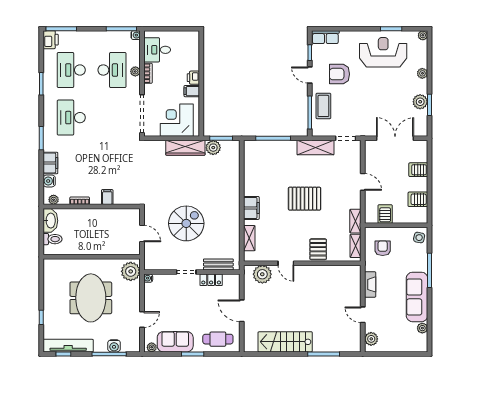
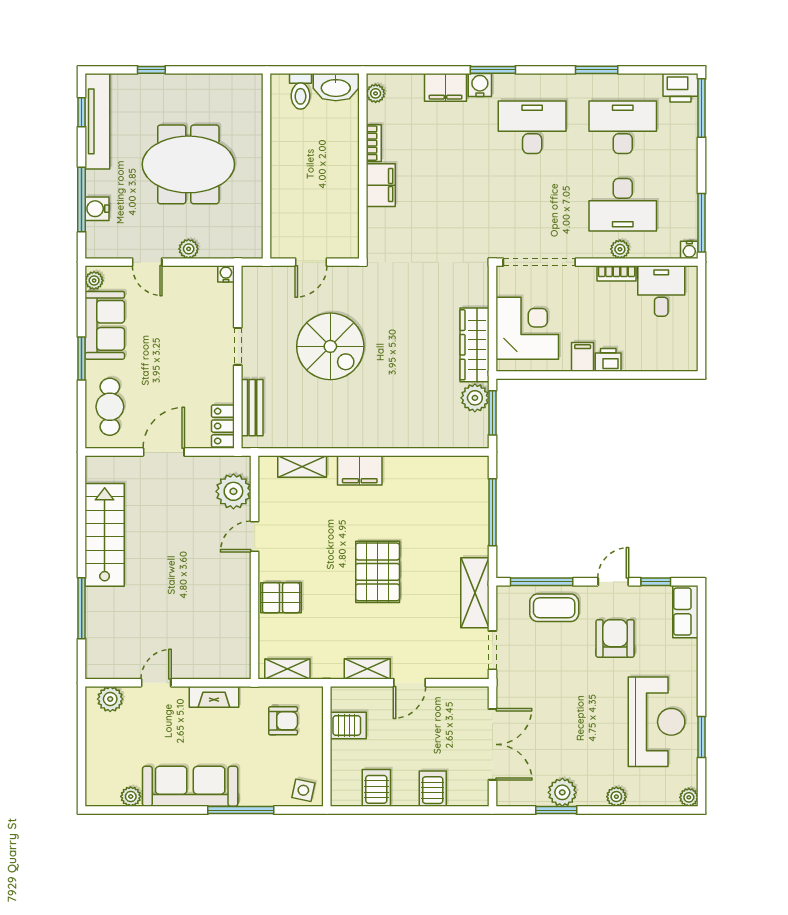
water cooler: (49, 181) -> (480, 85), moved
filing cabinet: (107, 197) -> (381, 185), width x2.00
shelving: (355, 221) -> (367, 669), moved
plant: (131, 271) -> (189, 249), moved, width x0.53, depth x0.53
locker: (211, 280) -> (223, 426), moved

